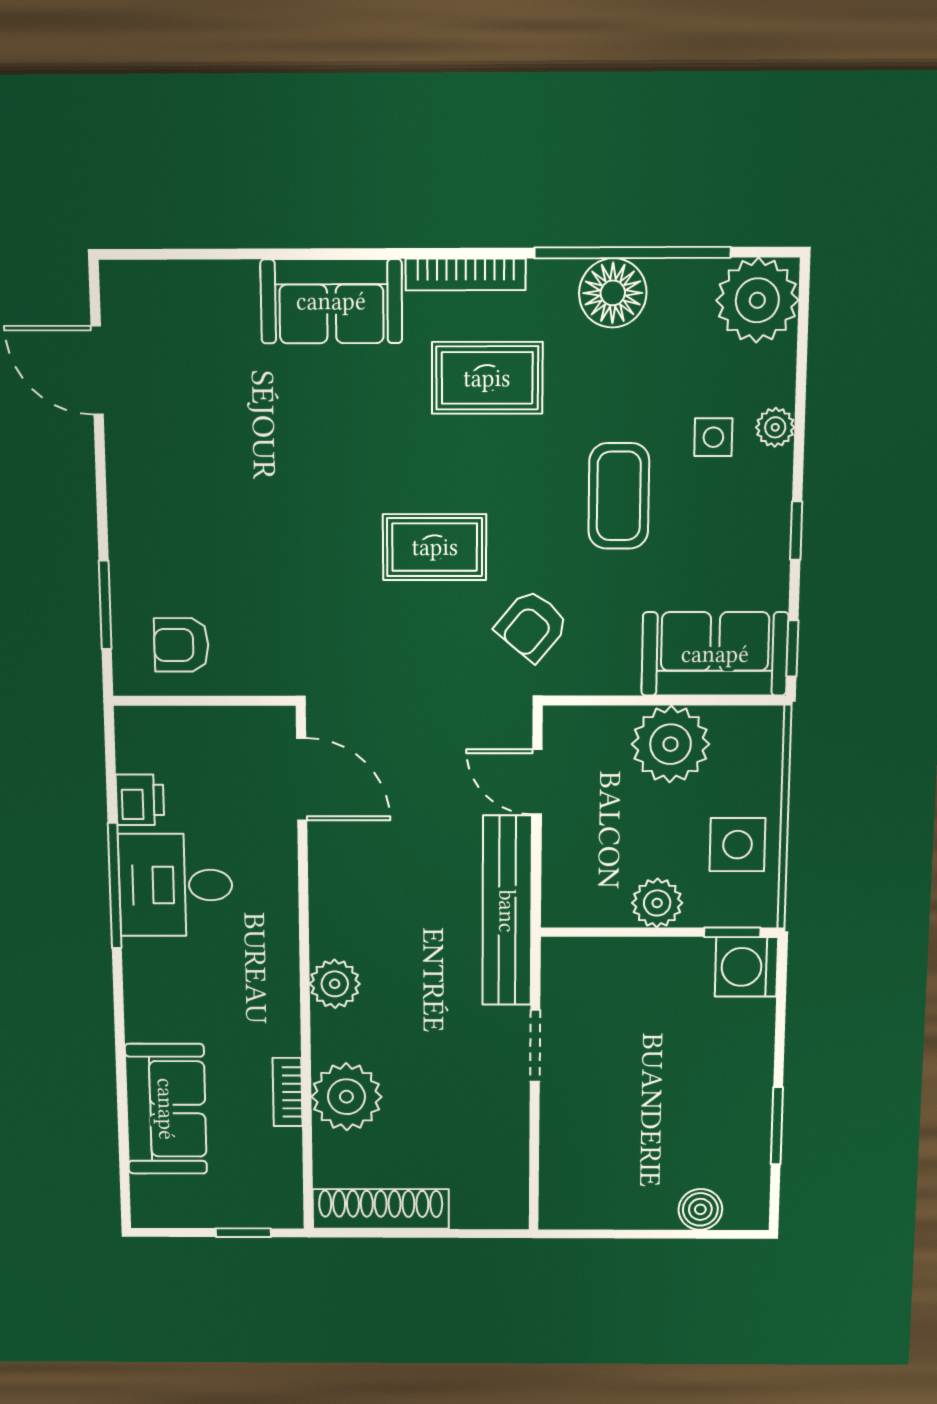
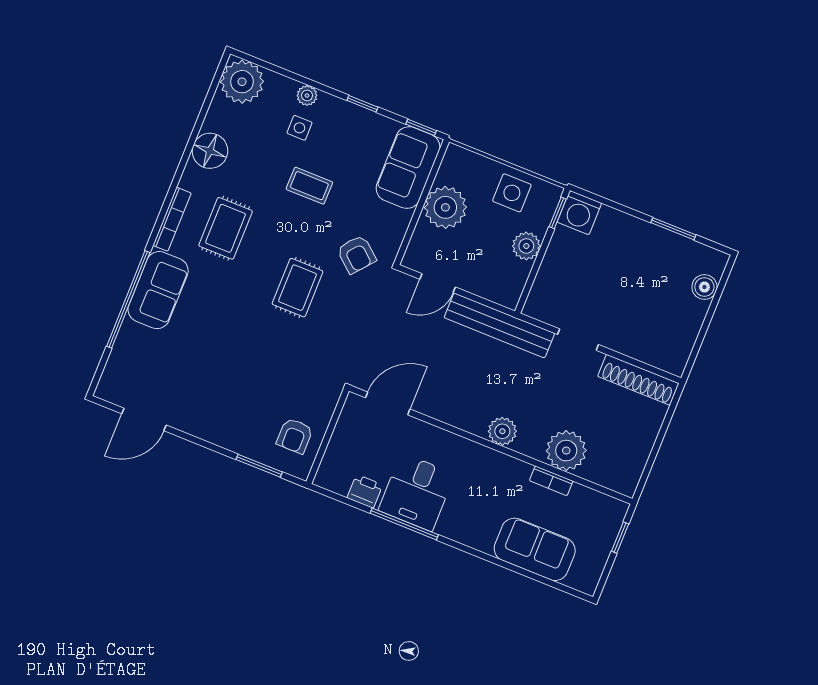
window: (632, 253) -> (128, 299), moved
coffee table: (619, 496) -> (309, 186), width x0.73, depth x0.77
shoe rack: (381, 1209) -> (638, 380), moved, turned -90

